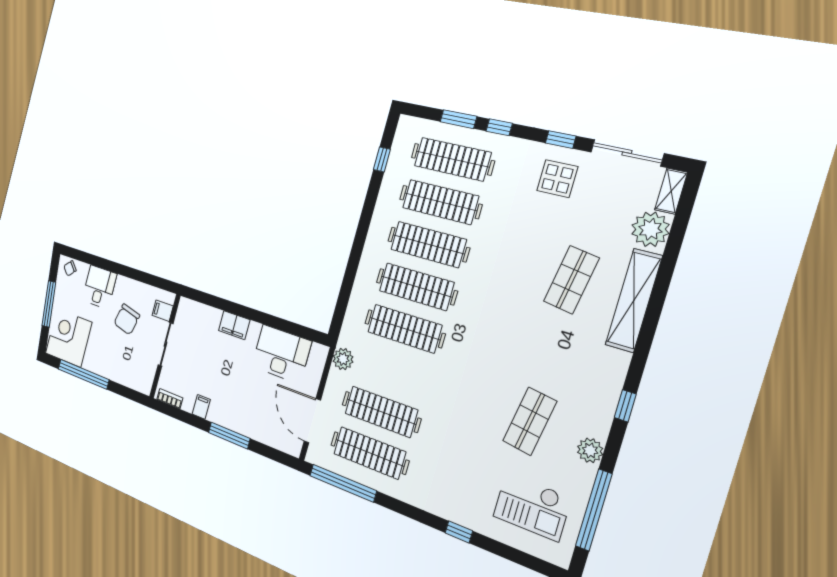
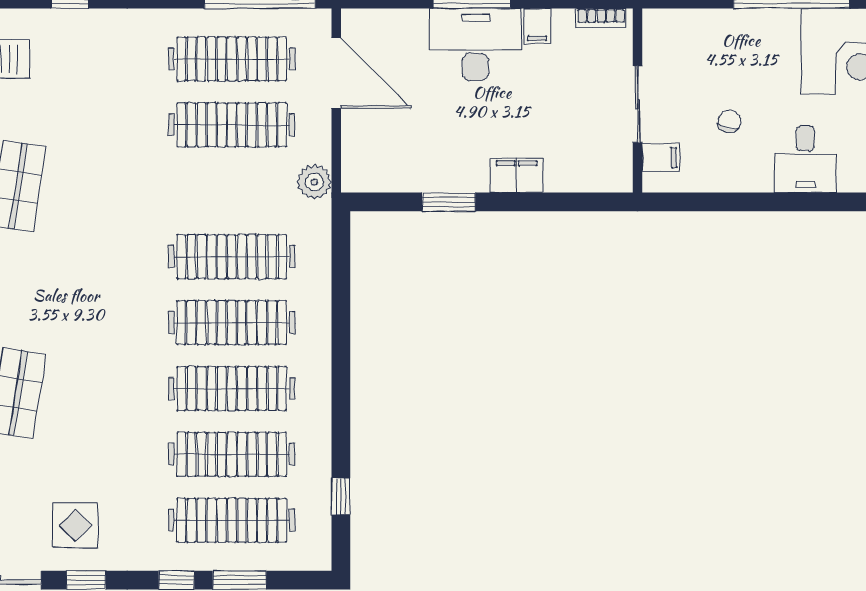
chair: (127, 319) -> (729, 121), width x0.54, depth x0.54
window: (273, 322) -> (449, 202), added
desk: (281, 354) -> (475, 44), moved, turned 180

